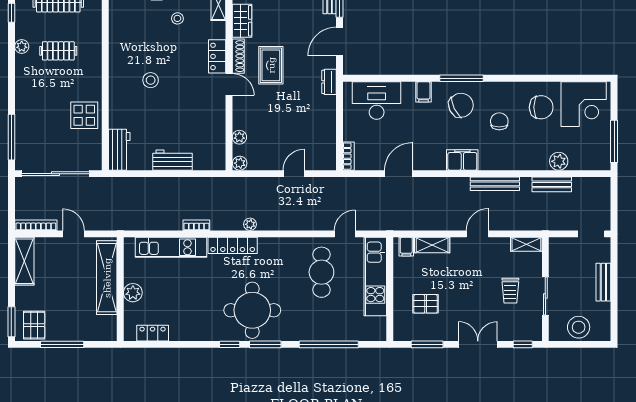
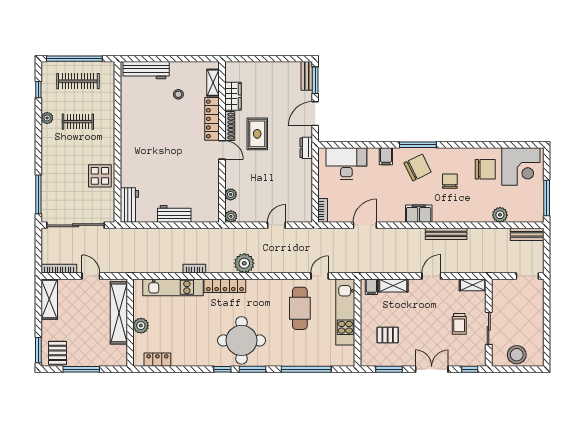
locker: (217, 56) -> (212, 119), width x1.53
stool: (151, 80) -> (156, 146), removed
bench: (552, 184) -> (527, 234), moved
plant: (250, 224) -> (244, 263), width x1.88, depth x1.88
bench: (603, 282) -> (538, 317), removed

